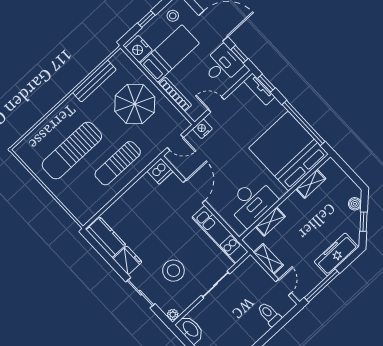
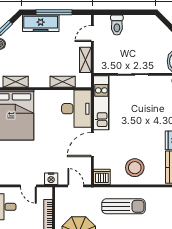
desk: (252, 202) -> (76, 109), moved, turned 90
stool: (173, 271) -> (135, 168), moved
window: (322, 286) -> (54, 12), moved

